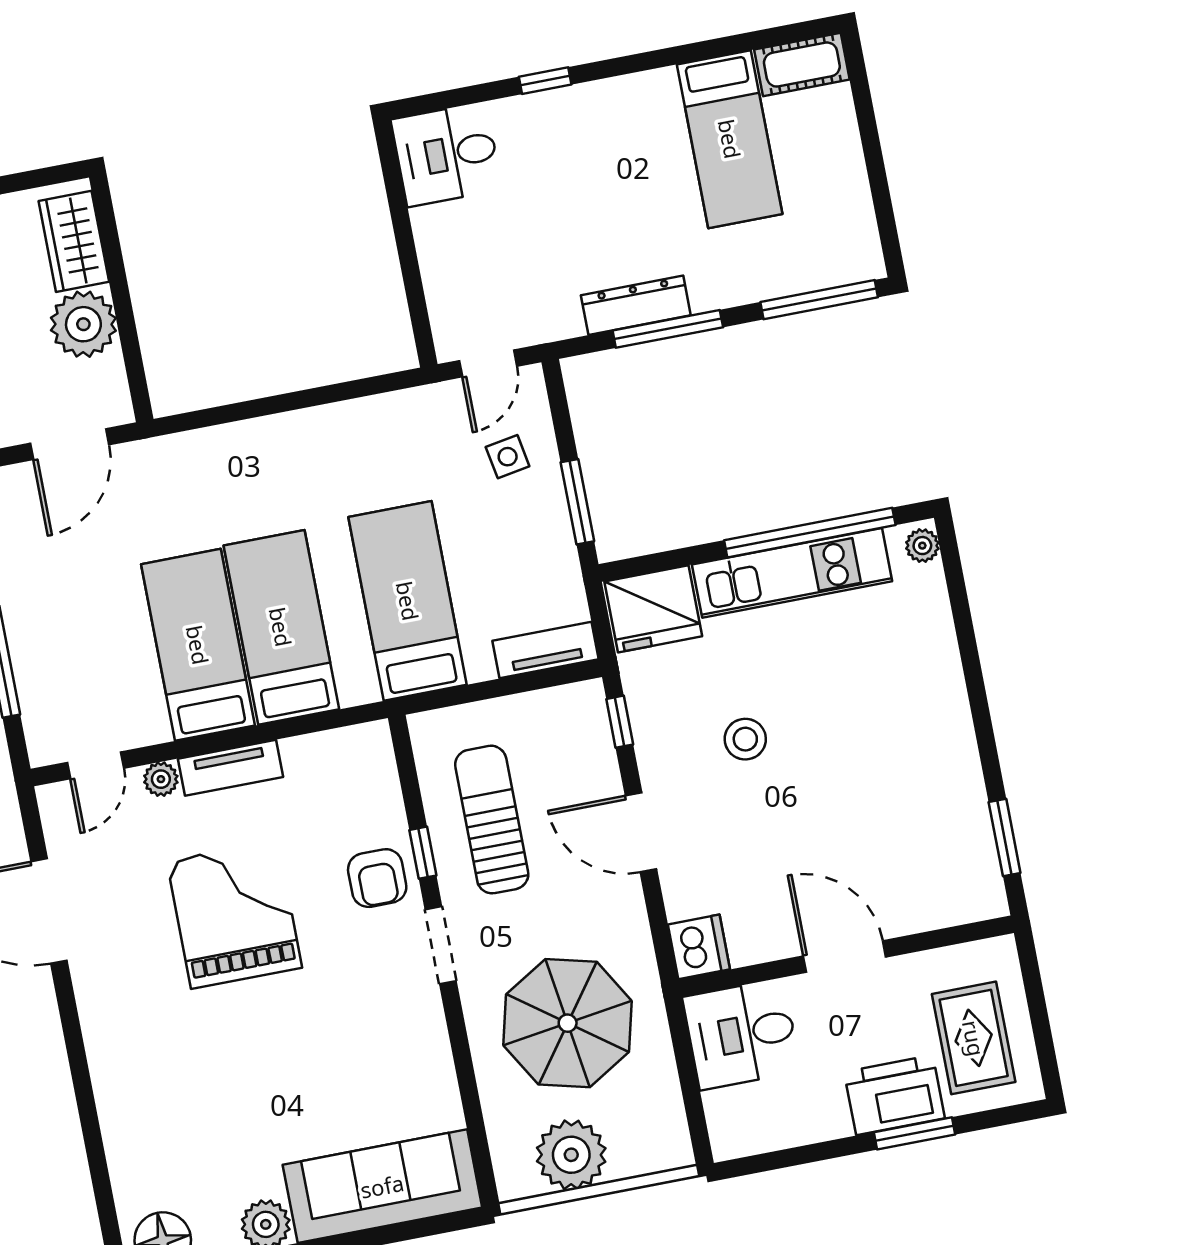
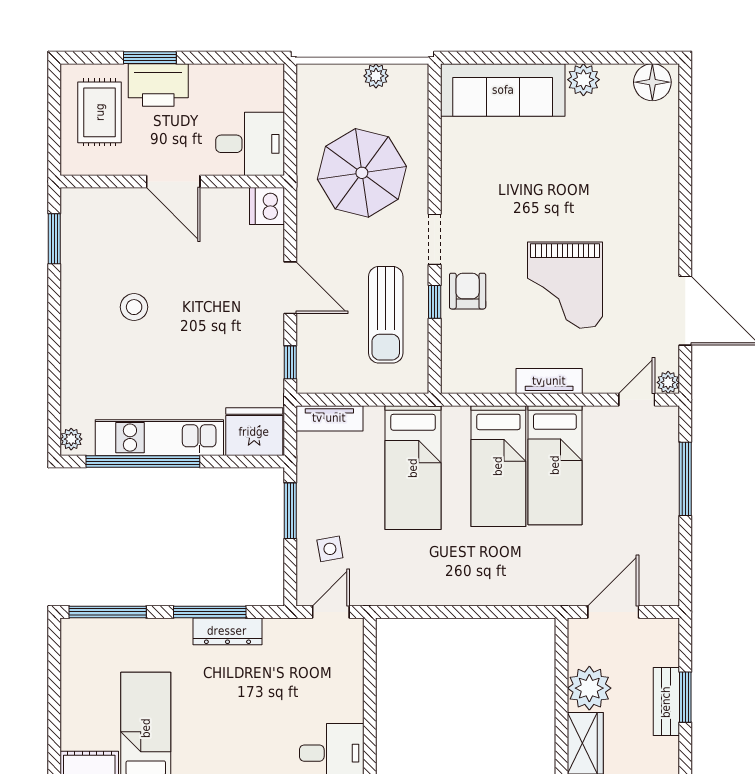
stool: (745, 739) -> (134, 307), moved
plant: (161, 779) -> (668, 382), moved
plant: (571, 1155) -> (376, 76), width x0.53, depth x0.53

